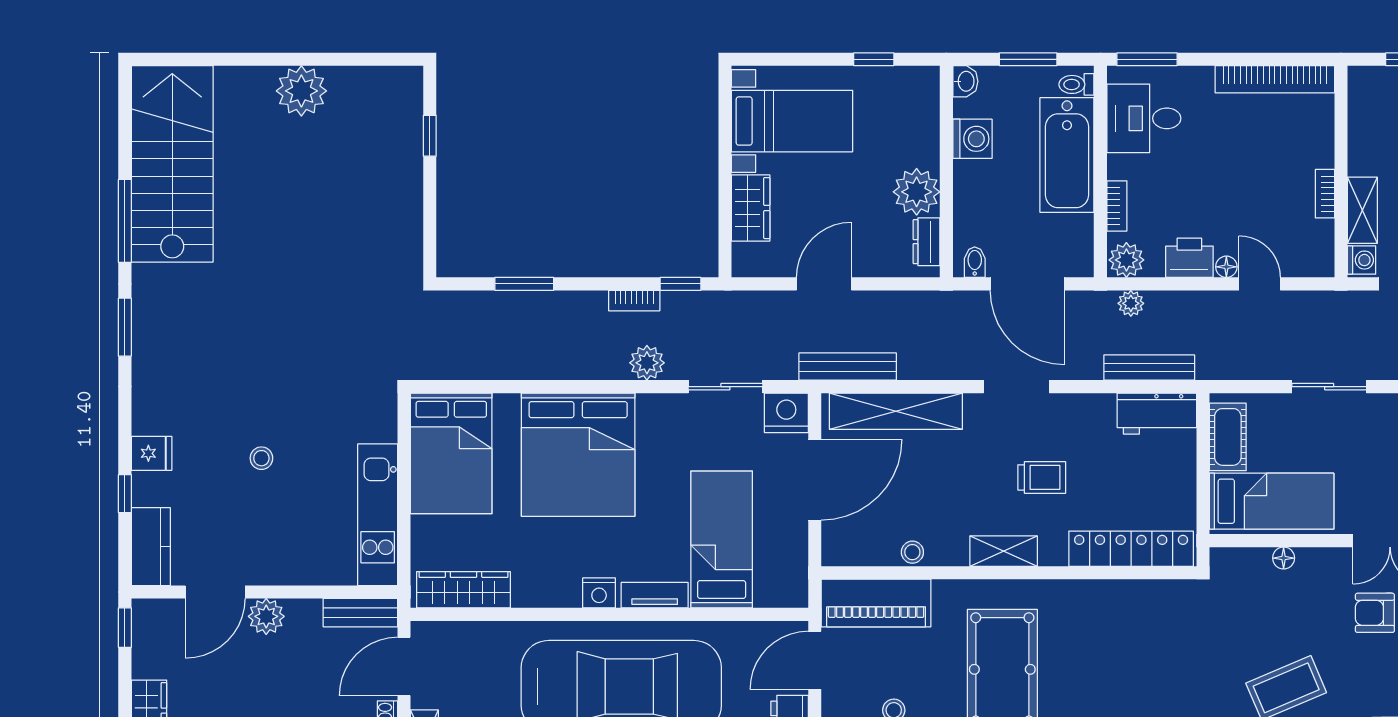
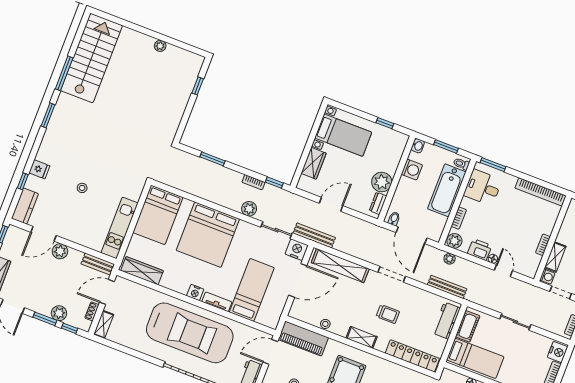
plant: (301, 91) -> (160, 46), width x0.53, depth x0.53
bench: (848, 367) -> (314, 235), moved
workbench: (1157, 414) -> (446, 321), moved, turned 90

